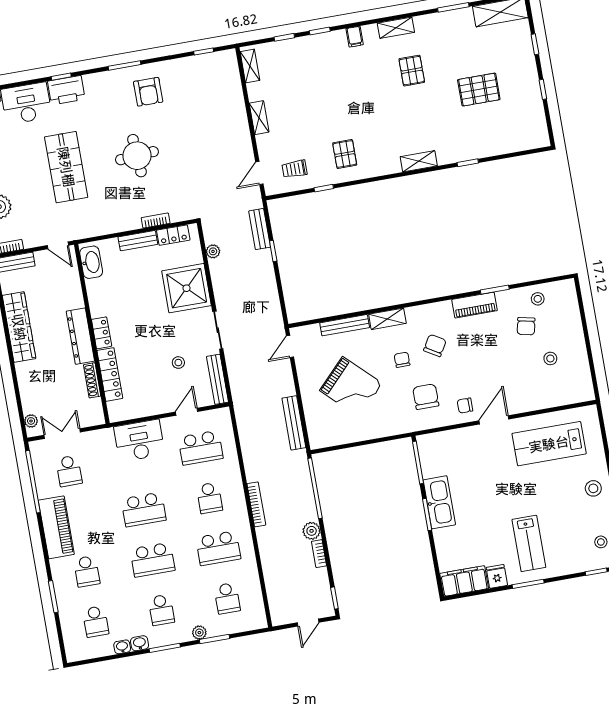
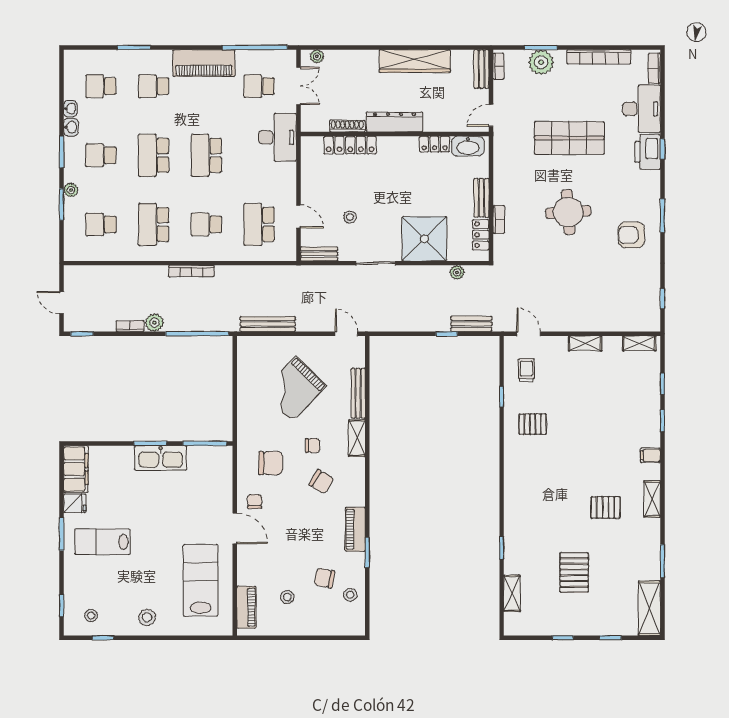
shelving: (419, 161) -> (512, 593), moved
locker: (102, 333) -> (434, 144), moved
bench: (217, 379) -> (319, 254), width x0.73
piano: (567, 396) -> (246, 607), added
desk: (139, 441) -> (277, 137), moved

